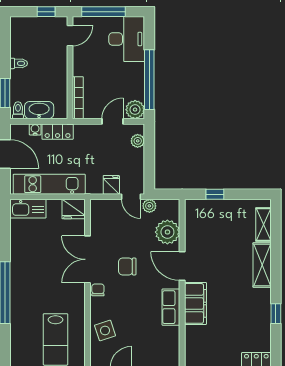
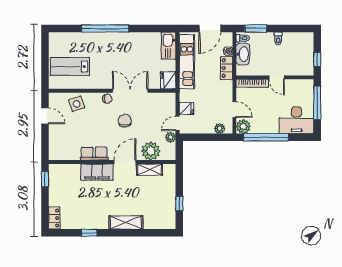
door: (70, 36) -> (277, 77), moved
window: (215, 194) -> (179, 203), moved
shelving: (263, 225) -> (150, 170), moved

